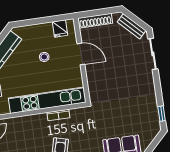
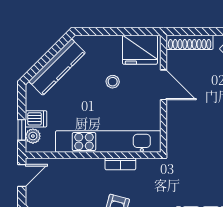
fridge: (60, 29) -> (140, 50), width x1.88, depth x1.34

